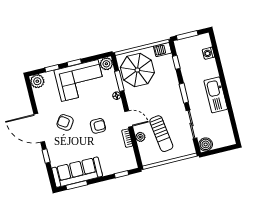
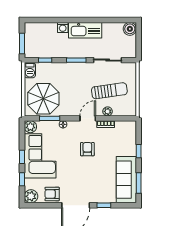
washing machine: (209, 53) -> (63, 27), moved
armchair: (65, 122) -> (52, 194), moved, turned 56
boiler: (206, 144) -> (130, 29), moved
window: (122, 174) -> (139, 151), moved

